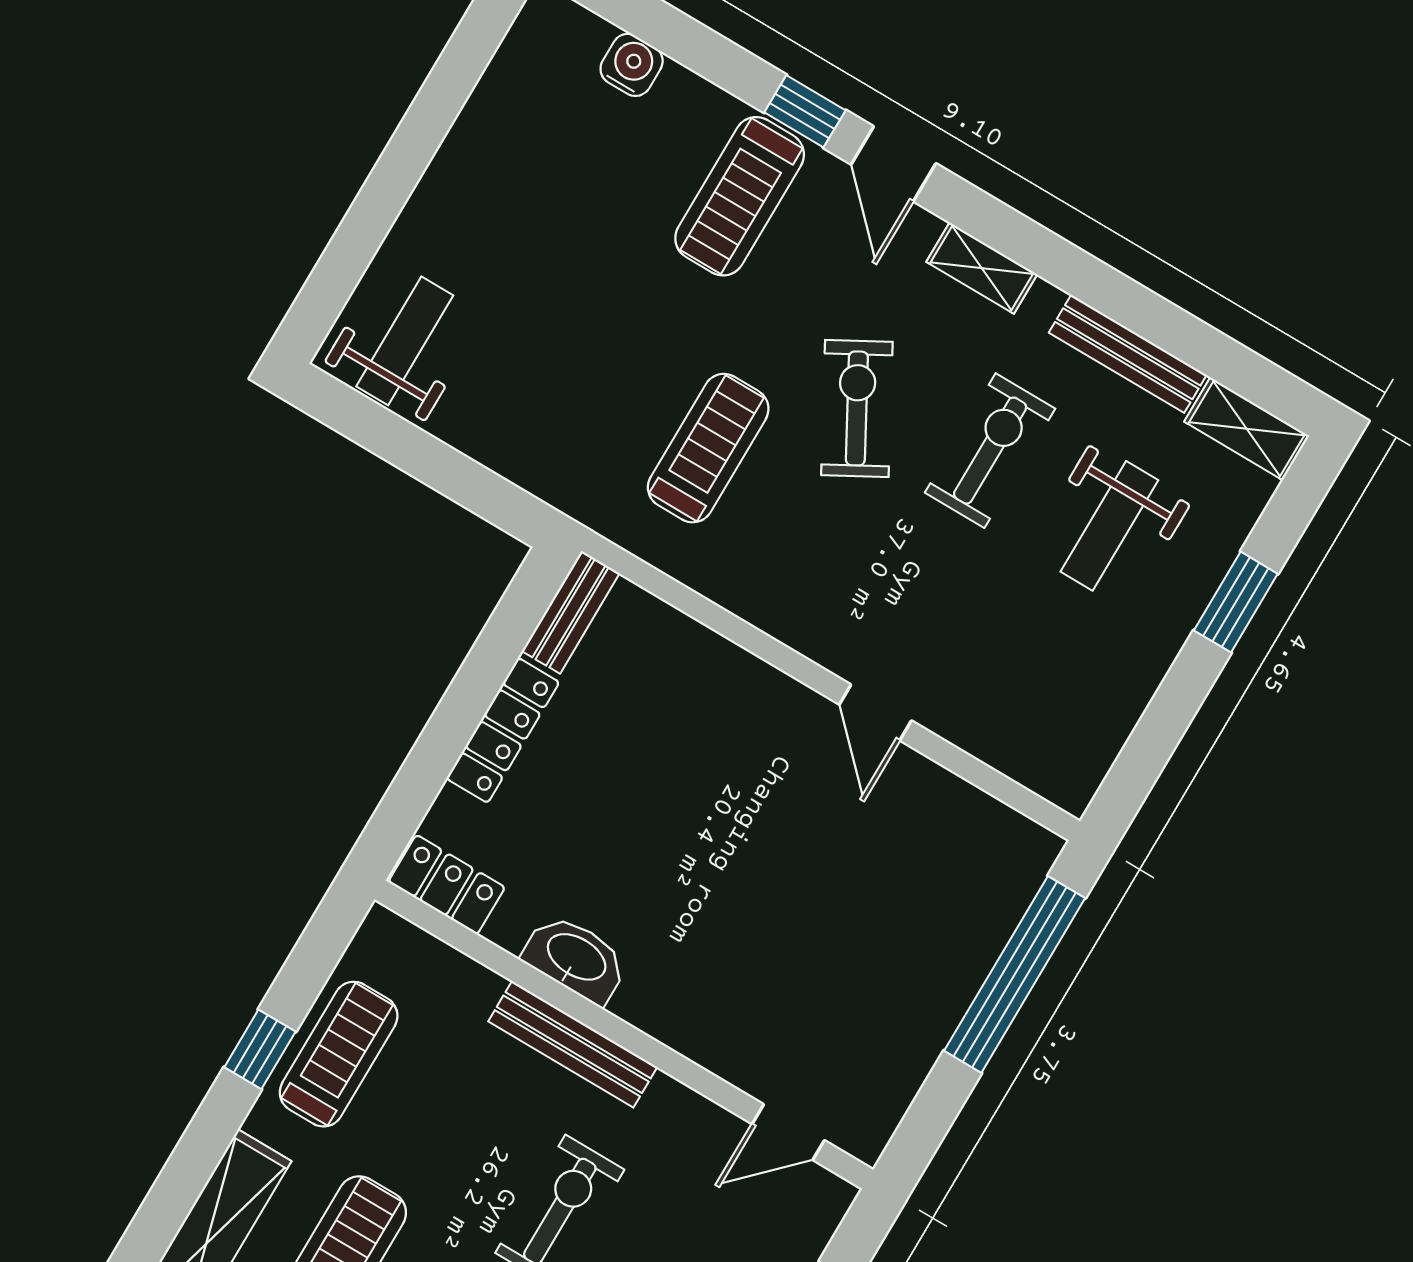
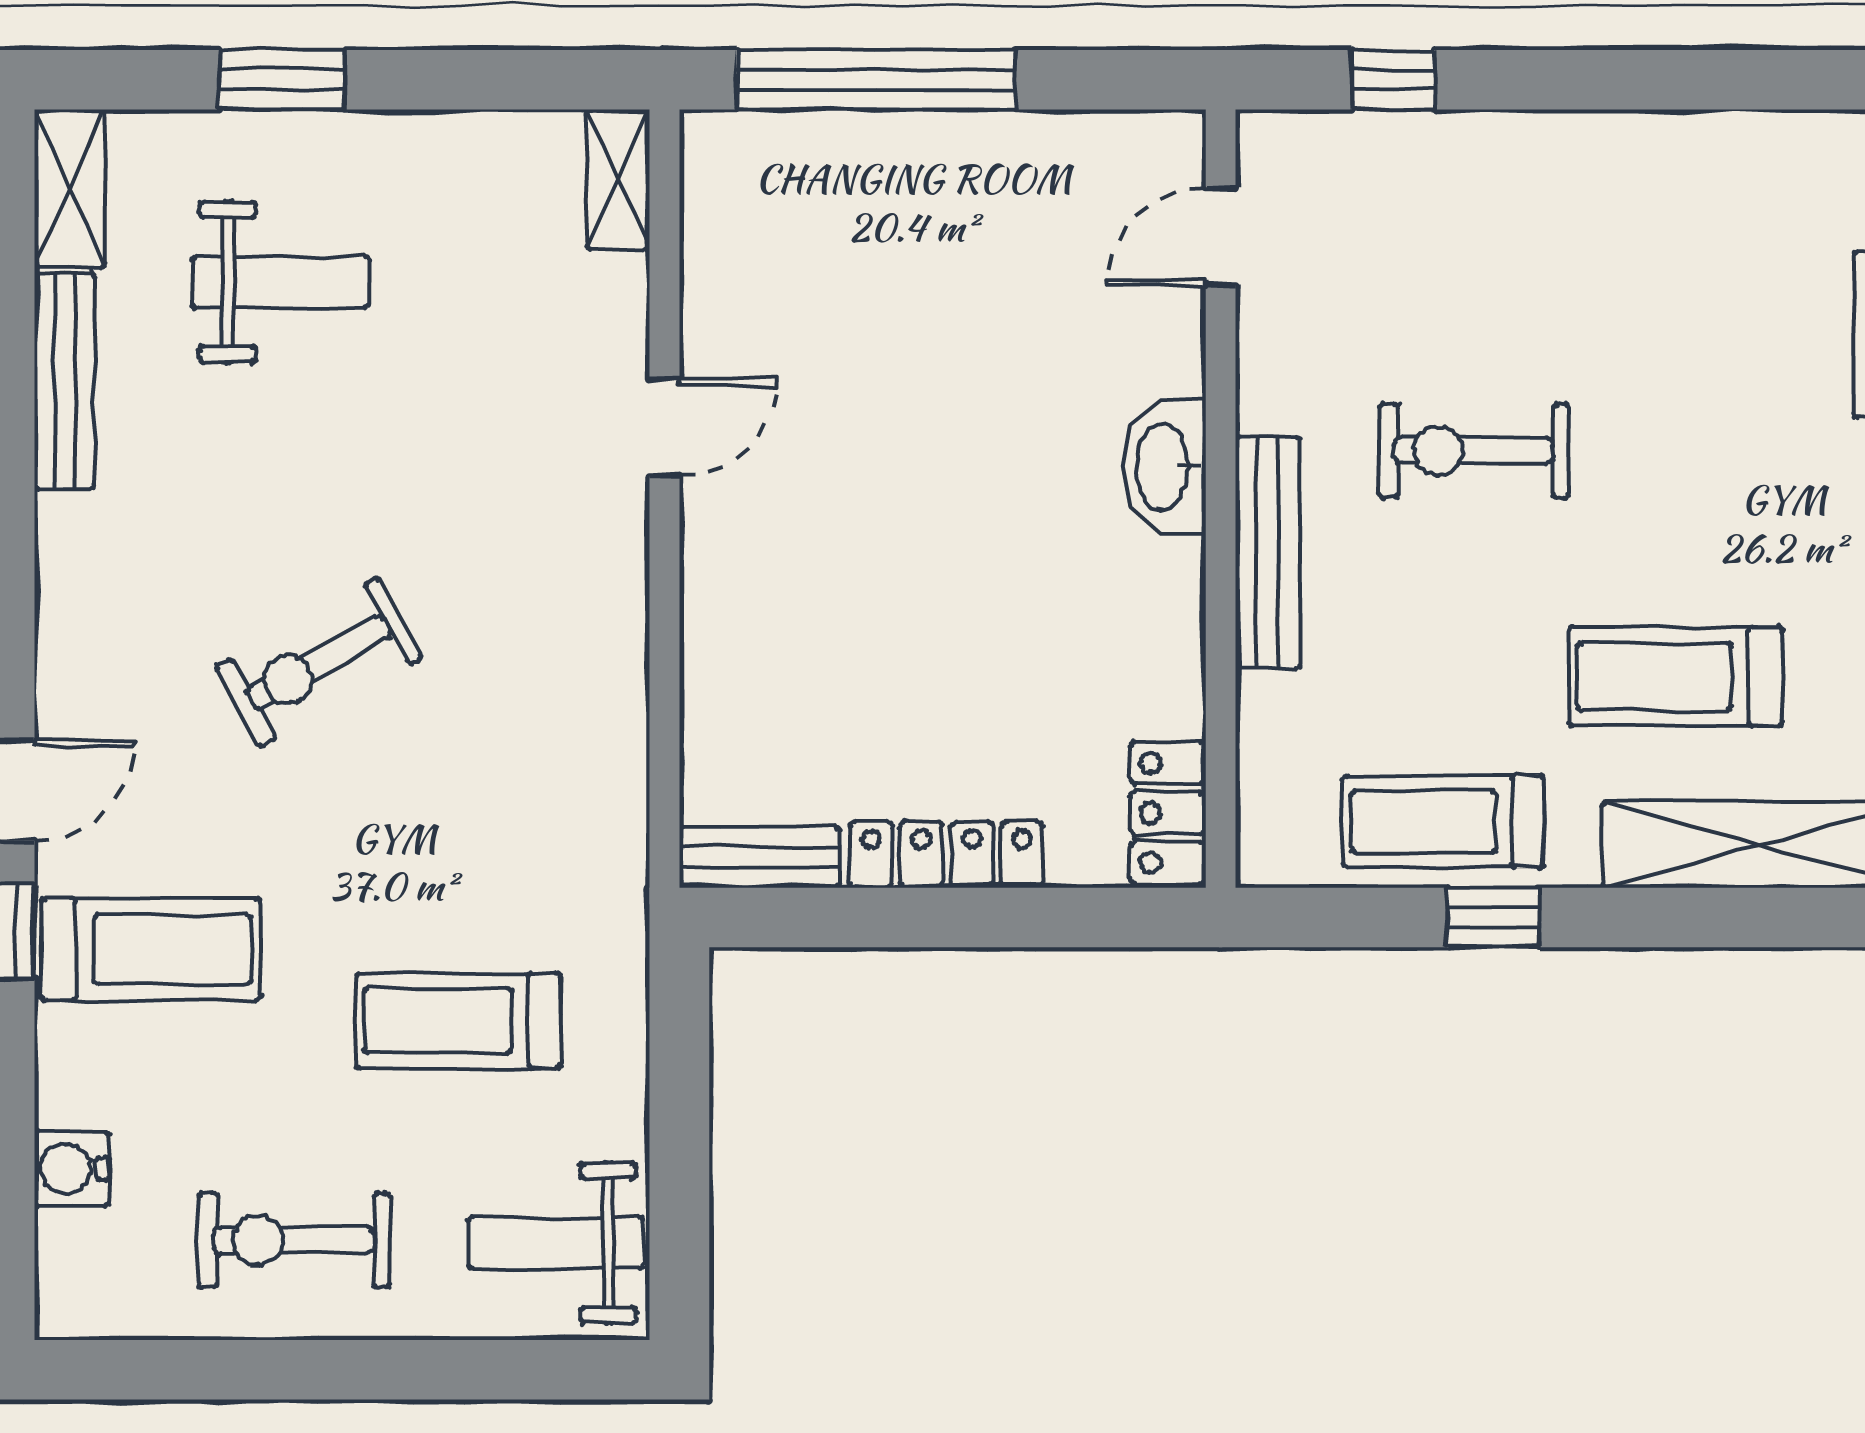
shelving: (982, 268) -> (618, 179), moved
treadmill: (708, 448) -> (458, 1021), moved
exercise bike: (990, 451) -> (294, 1240), moved
washbasin: (576, 958) -> (1165, 466), moved
door: (788, 1132) -> (1221, 236), swing flipped

